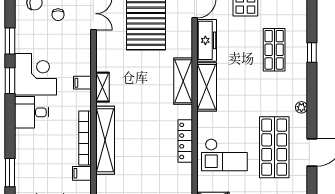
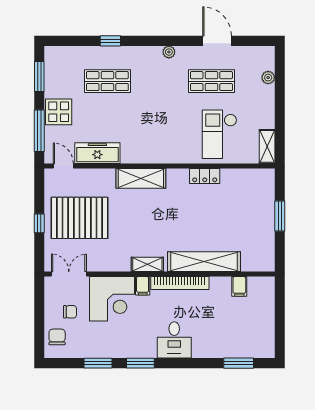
corner desk: (35, 74) -> (112, 299), moved, turned 180
shelving: (207, 87) -> (147, 153), removed
bookcase: (85, 138) -> (180, 283), moved
locker: (185, 141) -> (205, 176), width x0.66
shop shelf: (274, 147) -> (211, 81), width x0.70, depth x0.74
checkout: (224, 155) -> (220, 134), turned 180

